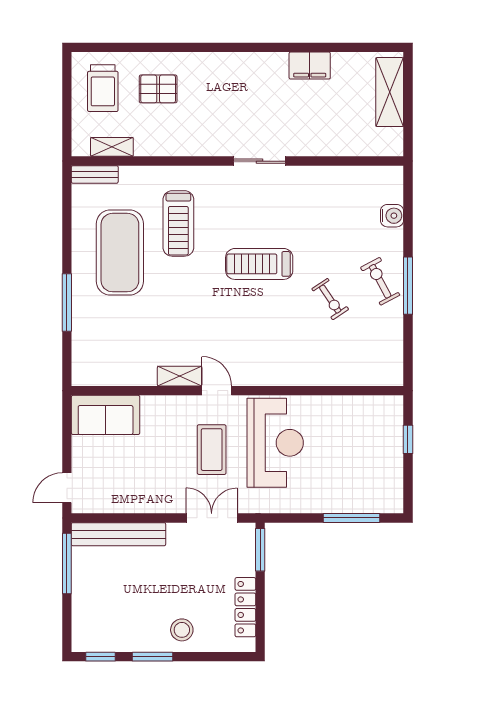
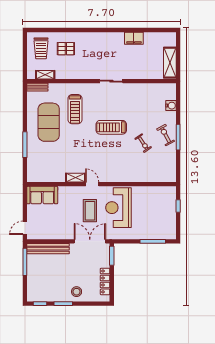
shelving: (390, 92) -> (170, 63), moved
reception desk: (275, 443) -> (118, 208), turned 180
double door: (212, 518) -> (90, 241), width x1.37

